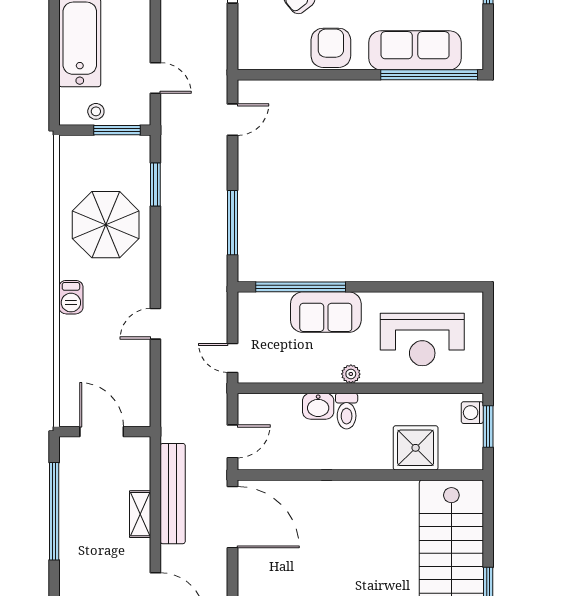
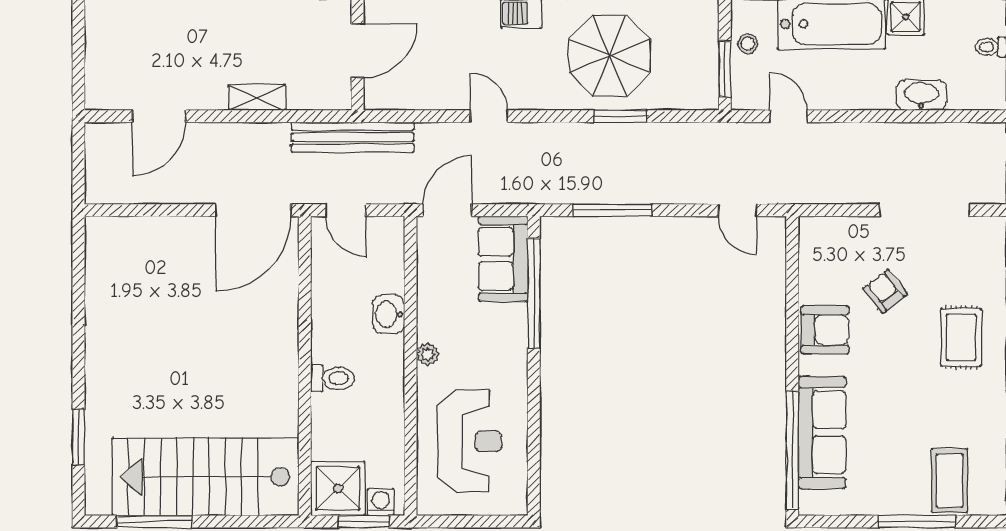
door: (155, 78) -> (788, 116), swing flipped
window: (155, 184) -> (620, 116), moved
sofa: (326, 312) -> (503, 259), moved
reception desk: (422, 340) -> (470, 441), turned 180
door: (233, 358) -> (447, 210), width x1.37
toilet: (347, 411) -> (333, 378), moved, turned 180
shower: (416, 448) -> (338, 488), moved
bench: (173, 494) -> (353, 137), moved

